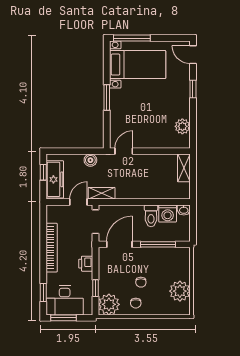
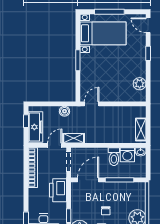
window: (132, 38) -> (109, 12), moved
shelving: (184, 168) -> (141, 129), moved
bookcase: (52, 248) -> (33, 168), moved
printer: (86, 264) -> (58, 190), width x1.87, depth x1.48

